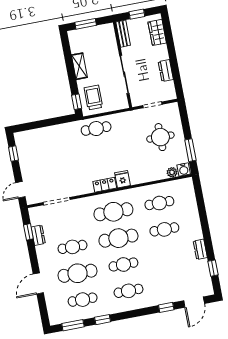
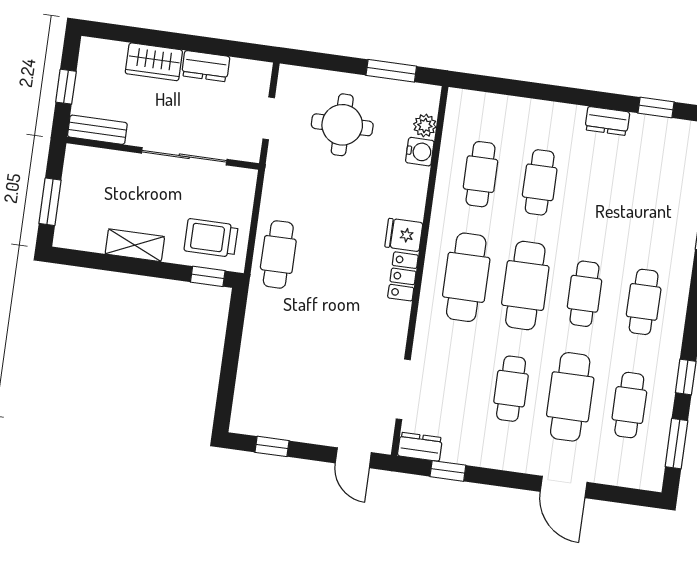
wardrobe: (157, 32) -> (154, 62), moved
water cooler: (184, 170) -> (420, 152), moved
dresser: (38, 235) -> (420, 447), moved

